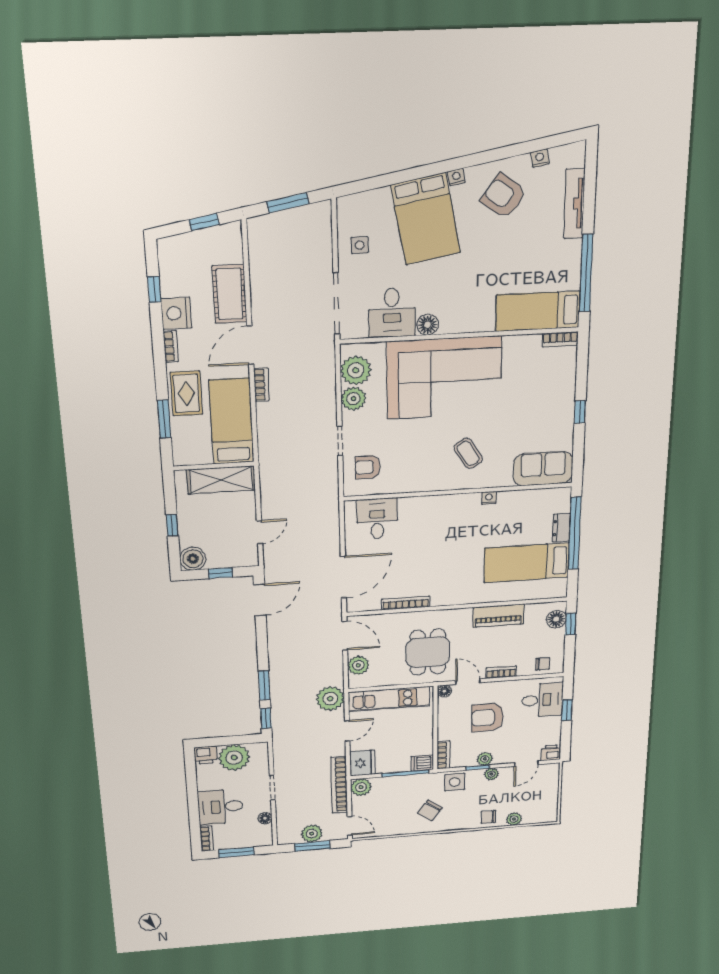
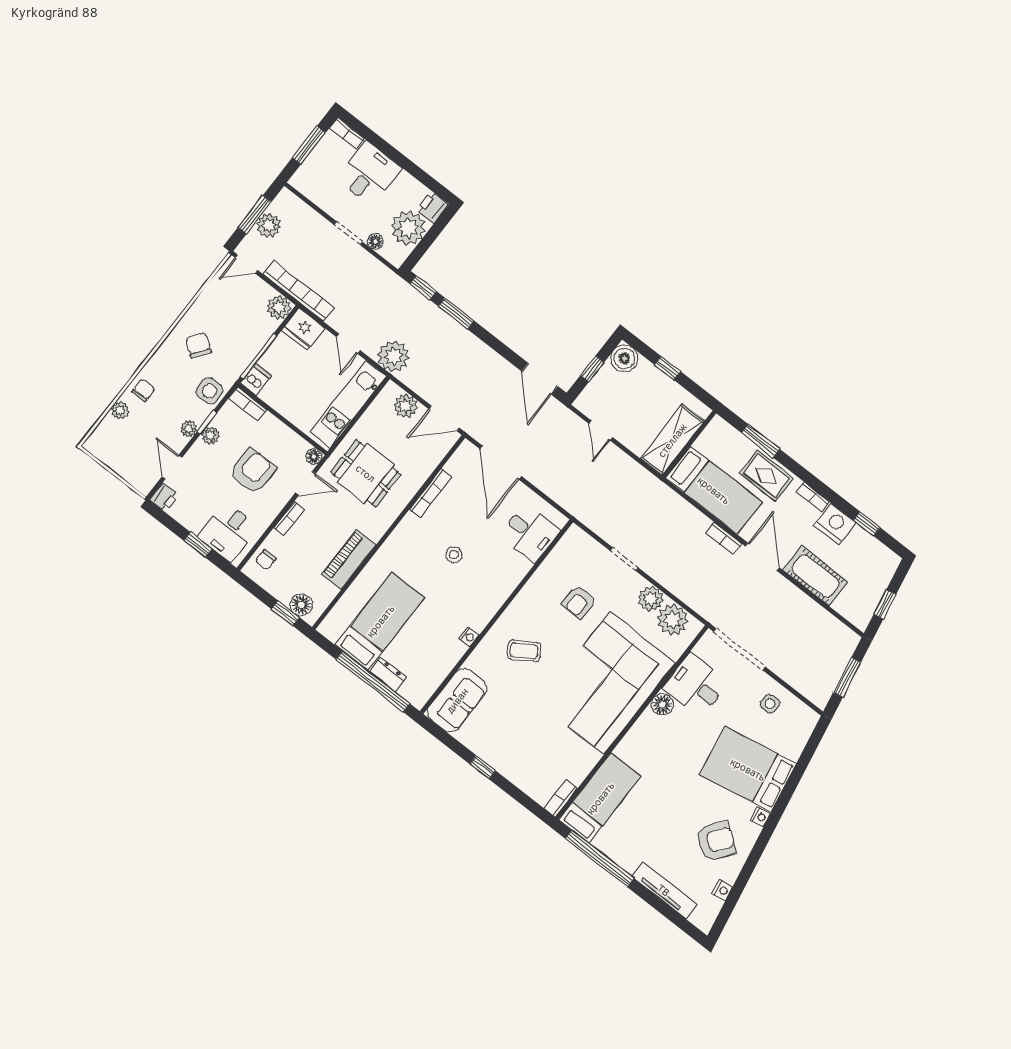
armchair: (368, 467) -> (579, 602), moved, turned 180
stool: (437, 554) -> (454, 555), added
floor lamp: (265, 818) -> (375, 242), moved

